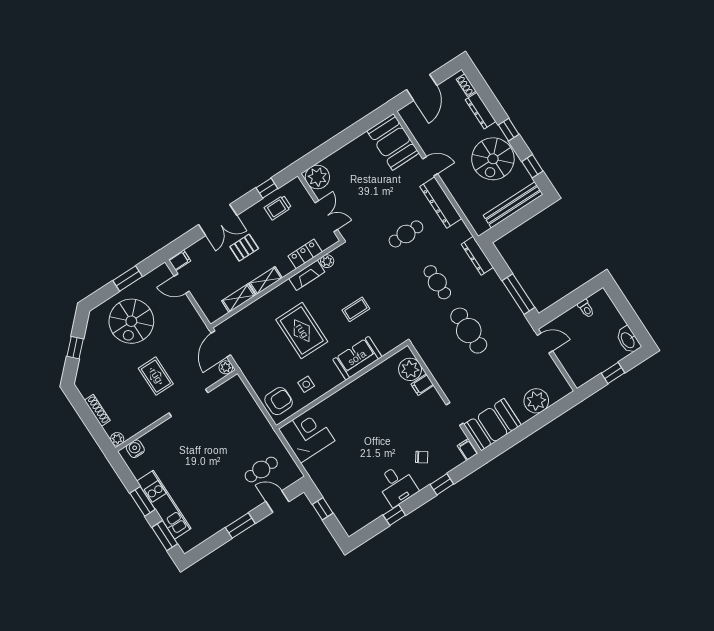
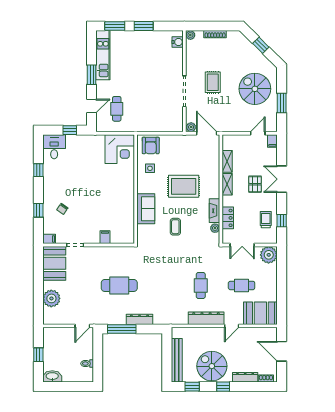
dresser: (477, 256) -> (139, 319), moved
cafe table: (437, 282) -> (242, 285), moved
plant: (410, 369) -> (119, 236), removed
rug: (156, 376) -> (213, 82), turned 90
desk: (397, 485) -> (54, 147), moved, turned 90
kitchen unit: (164, 505) -> (103, 55), moved, turned -90

